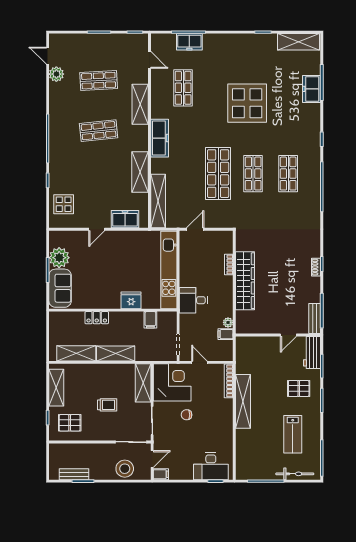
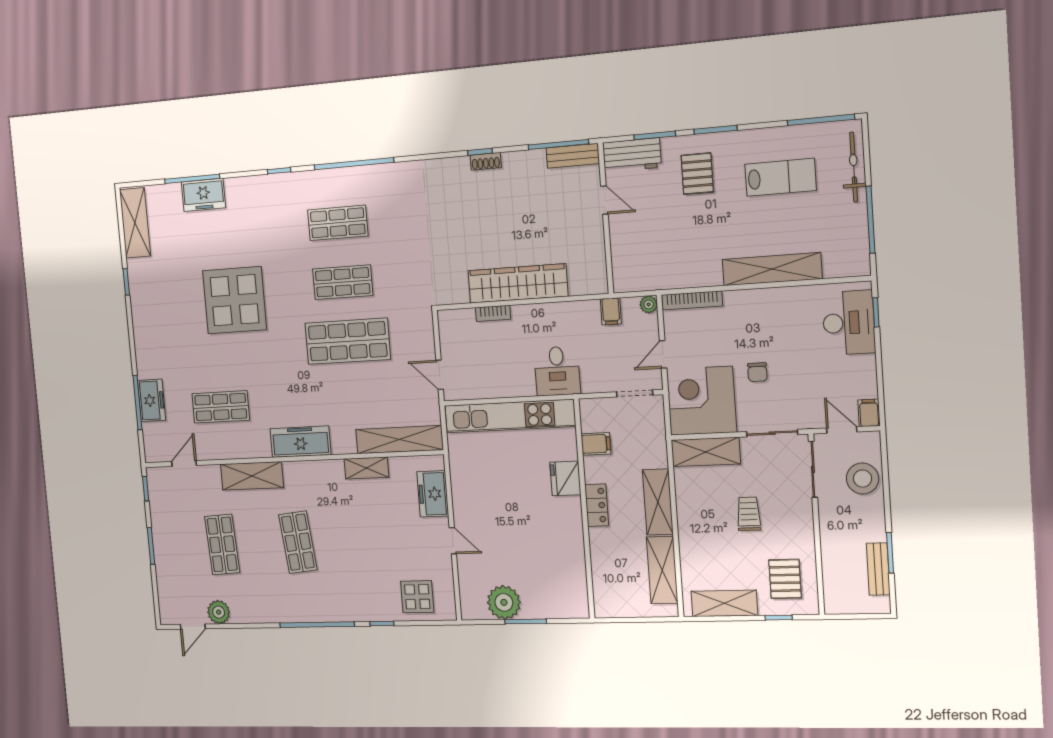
shelving: (140, 172) -> (366, 468), width x0.67, depth x0.75
sofa: (60, 288) -> (554, 600), removed
locker: (97, 318) -> (597, 505), moved
plant: (228, 322) -> (649, 304), moved
shelving: (243, 401) -> (772, 269), moved

